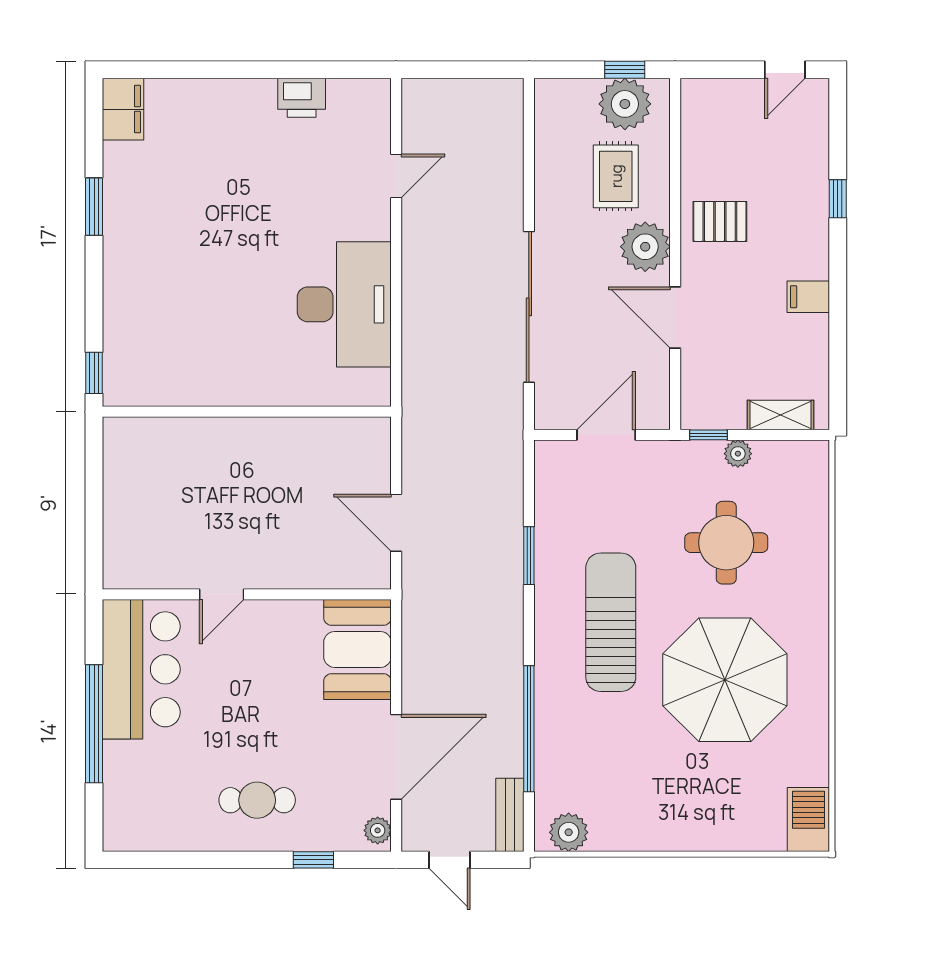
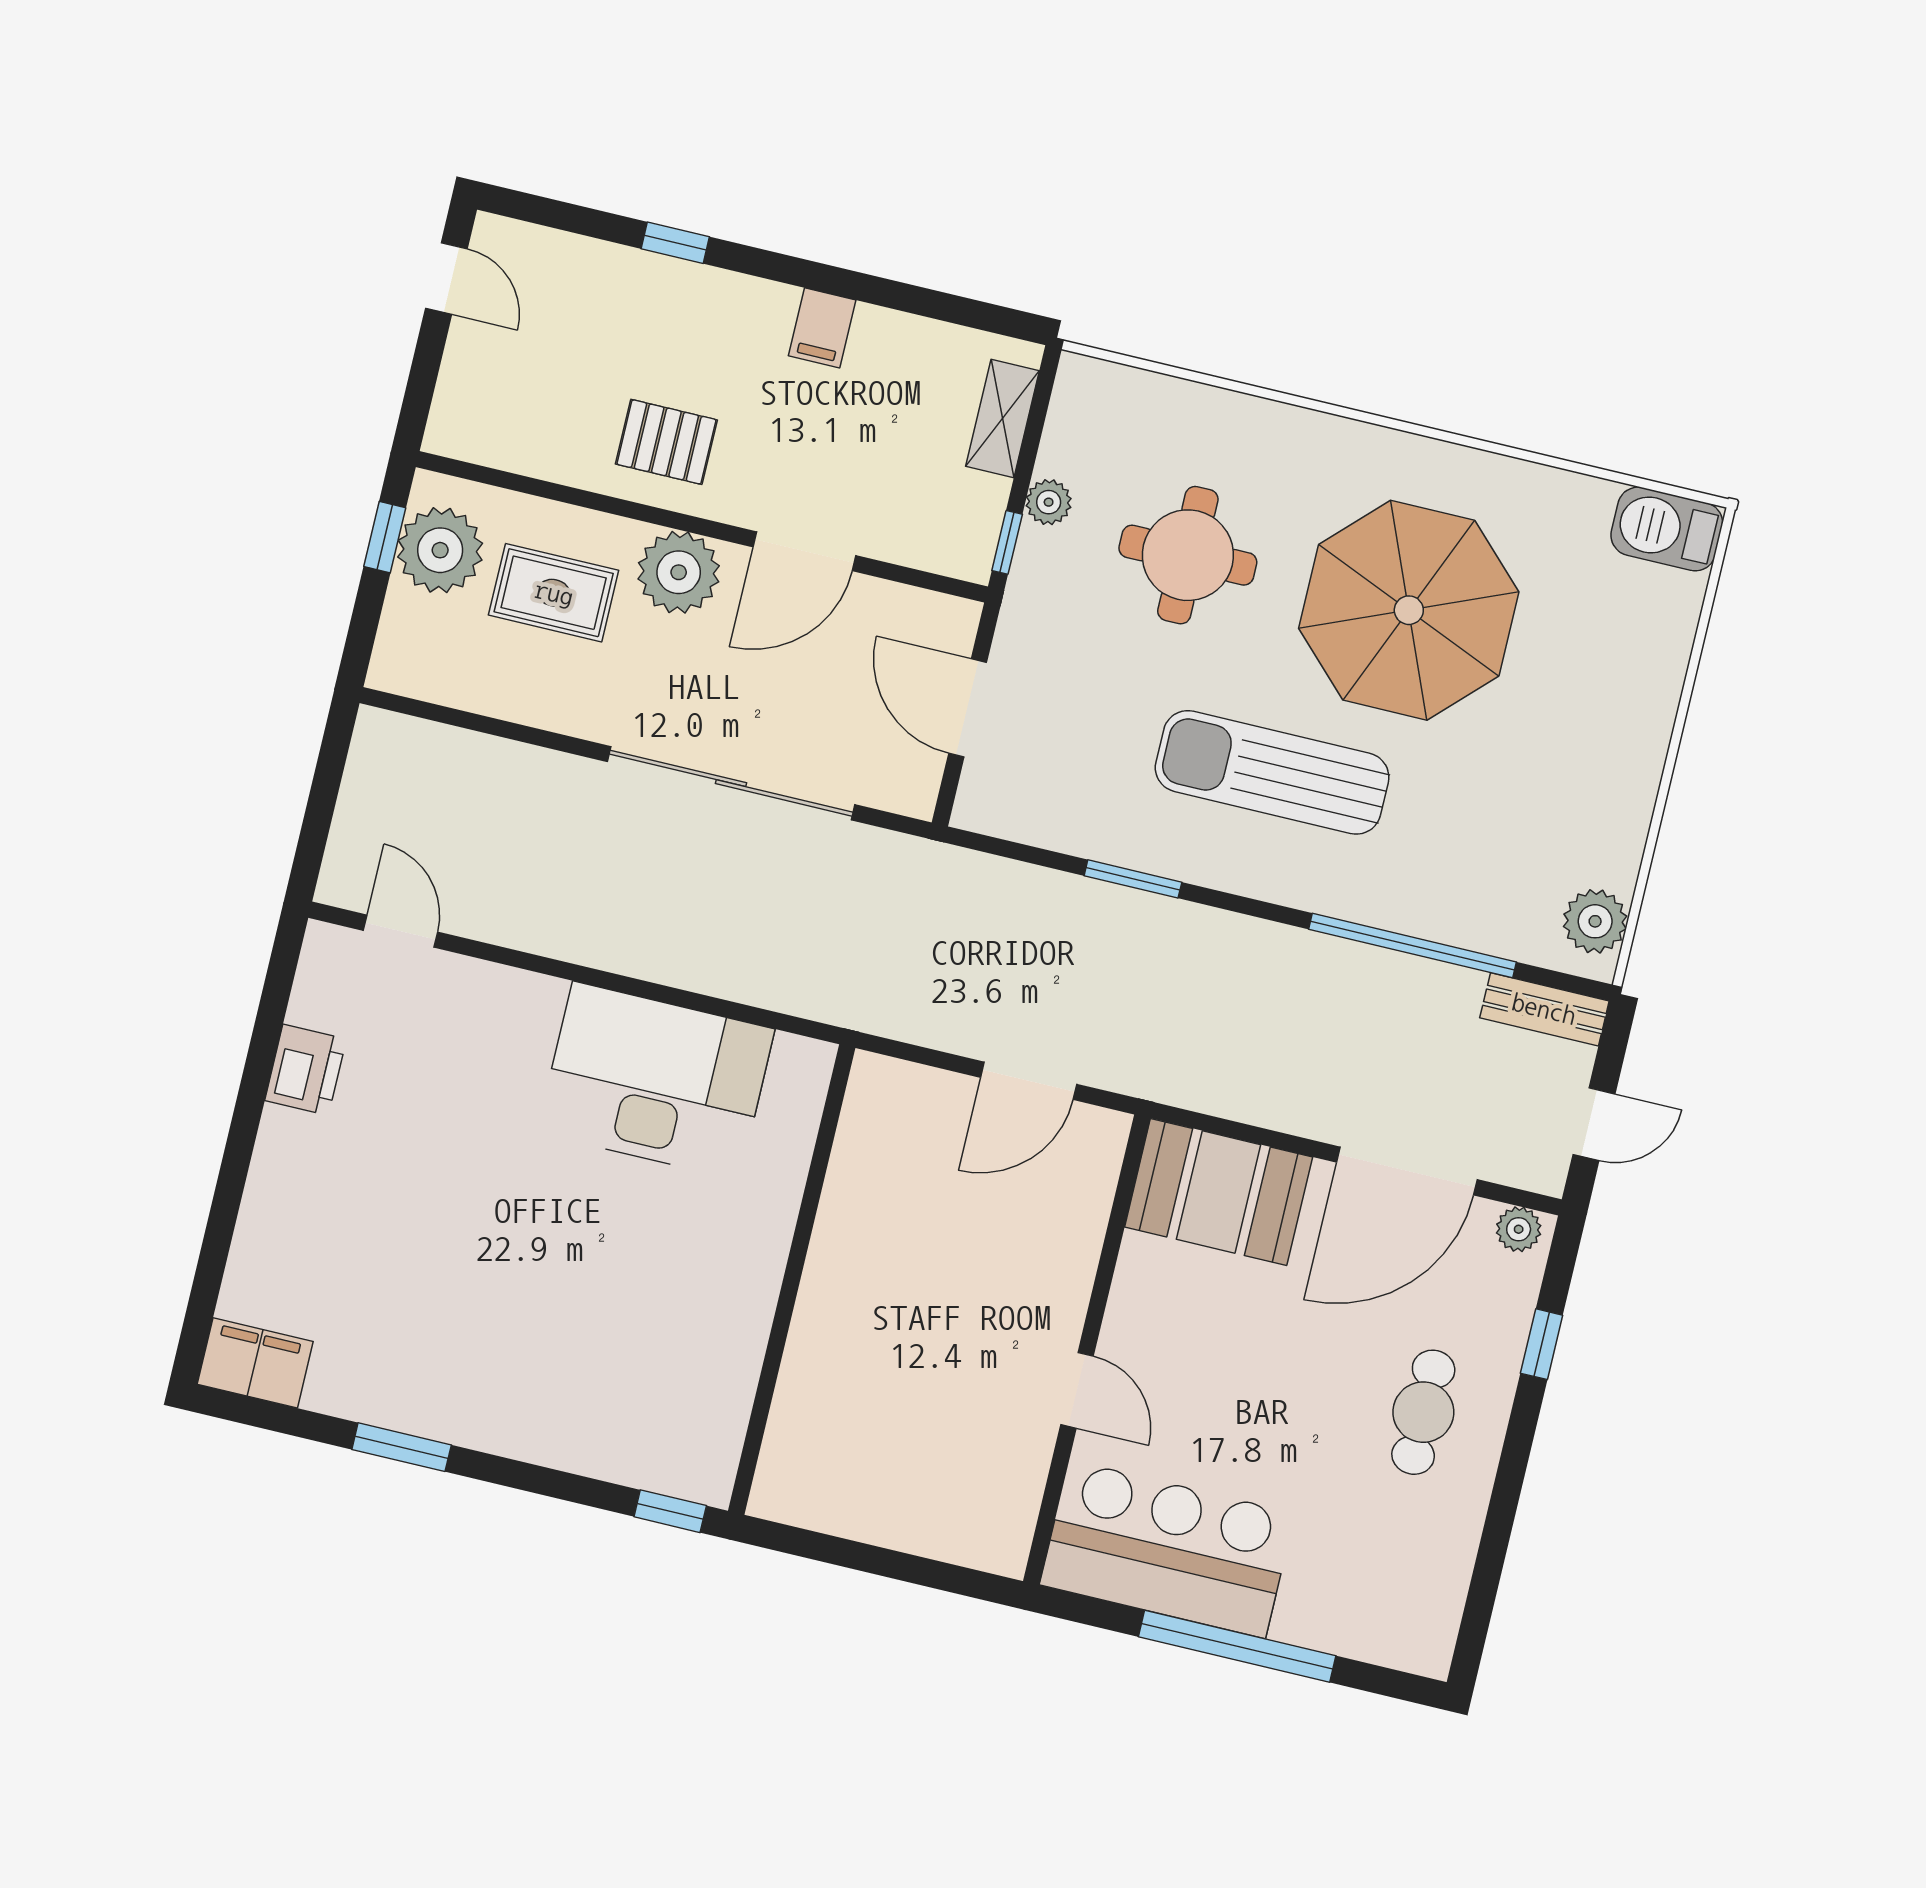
door: (396, 176) -> (400, 931), moved
pallet: (720, 221) -> (666, 442), turned 90
door: (396, 757) -> (1407, 1171), swing flipped

